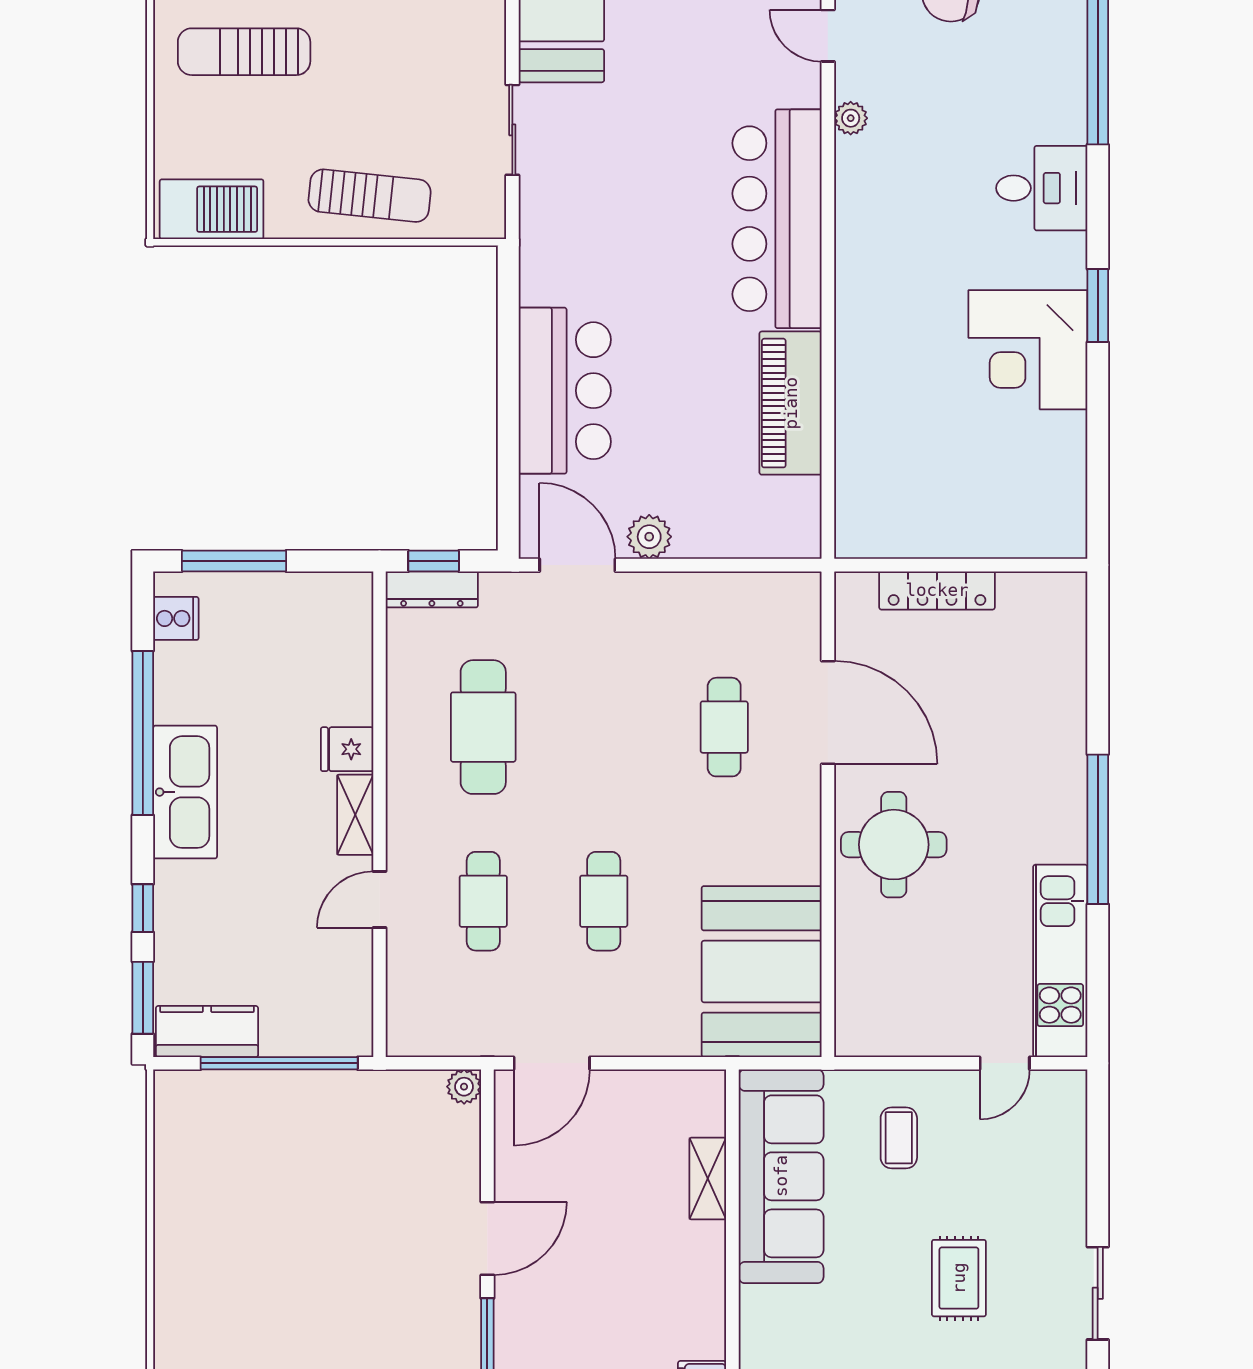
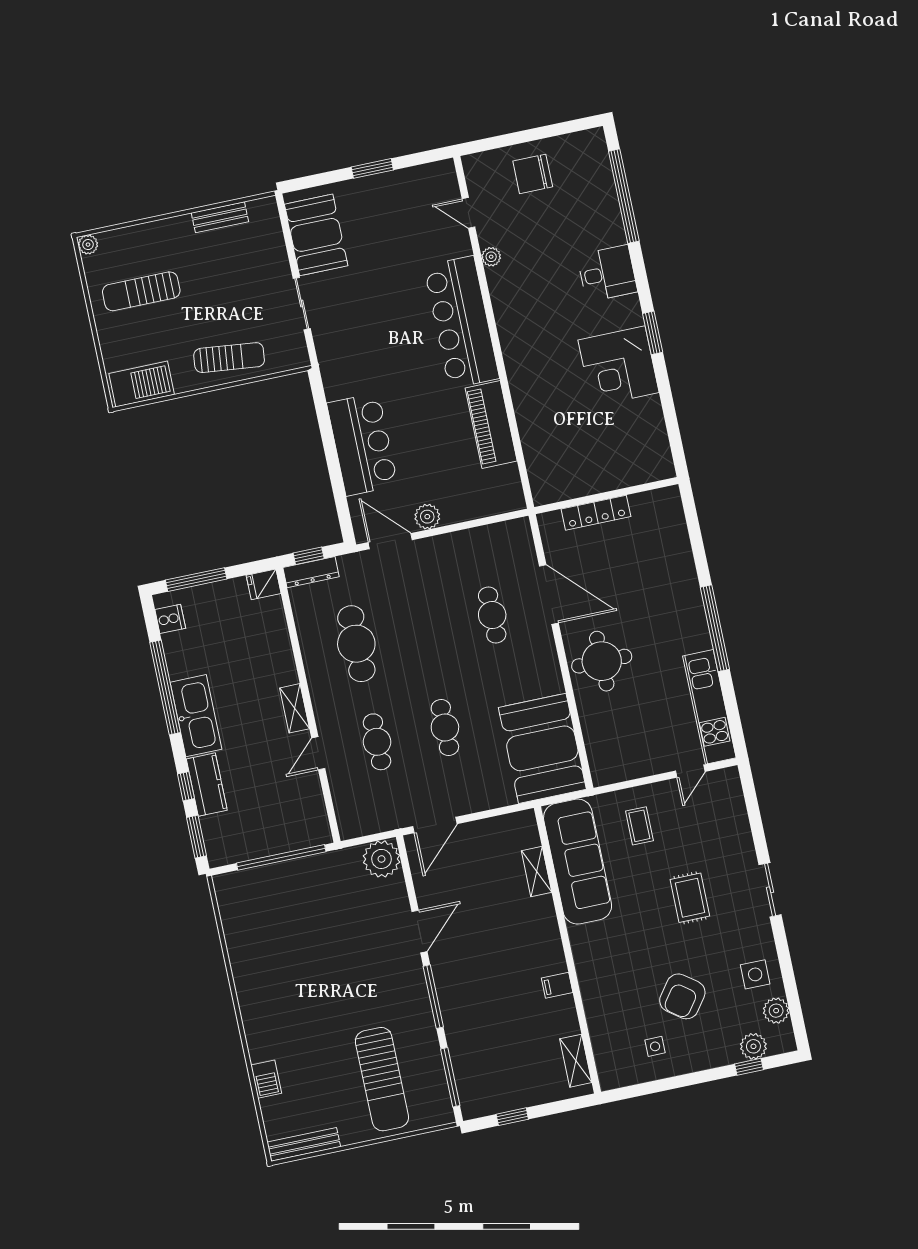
fridge: (347, 749) -> (264, 584), moved
kitchen counter: (207, 1031) -> (207, 785), moved, turned 90
plant: (464, 1087) -> (381, 859), width x1.88, depth x1.88

